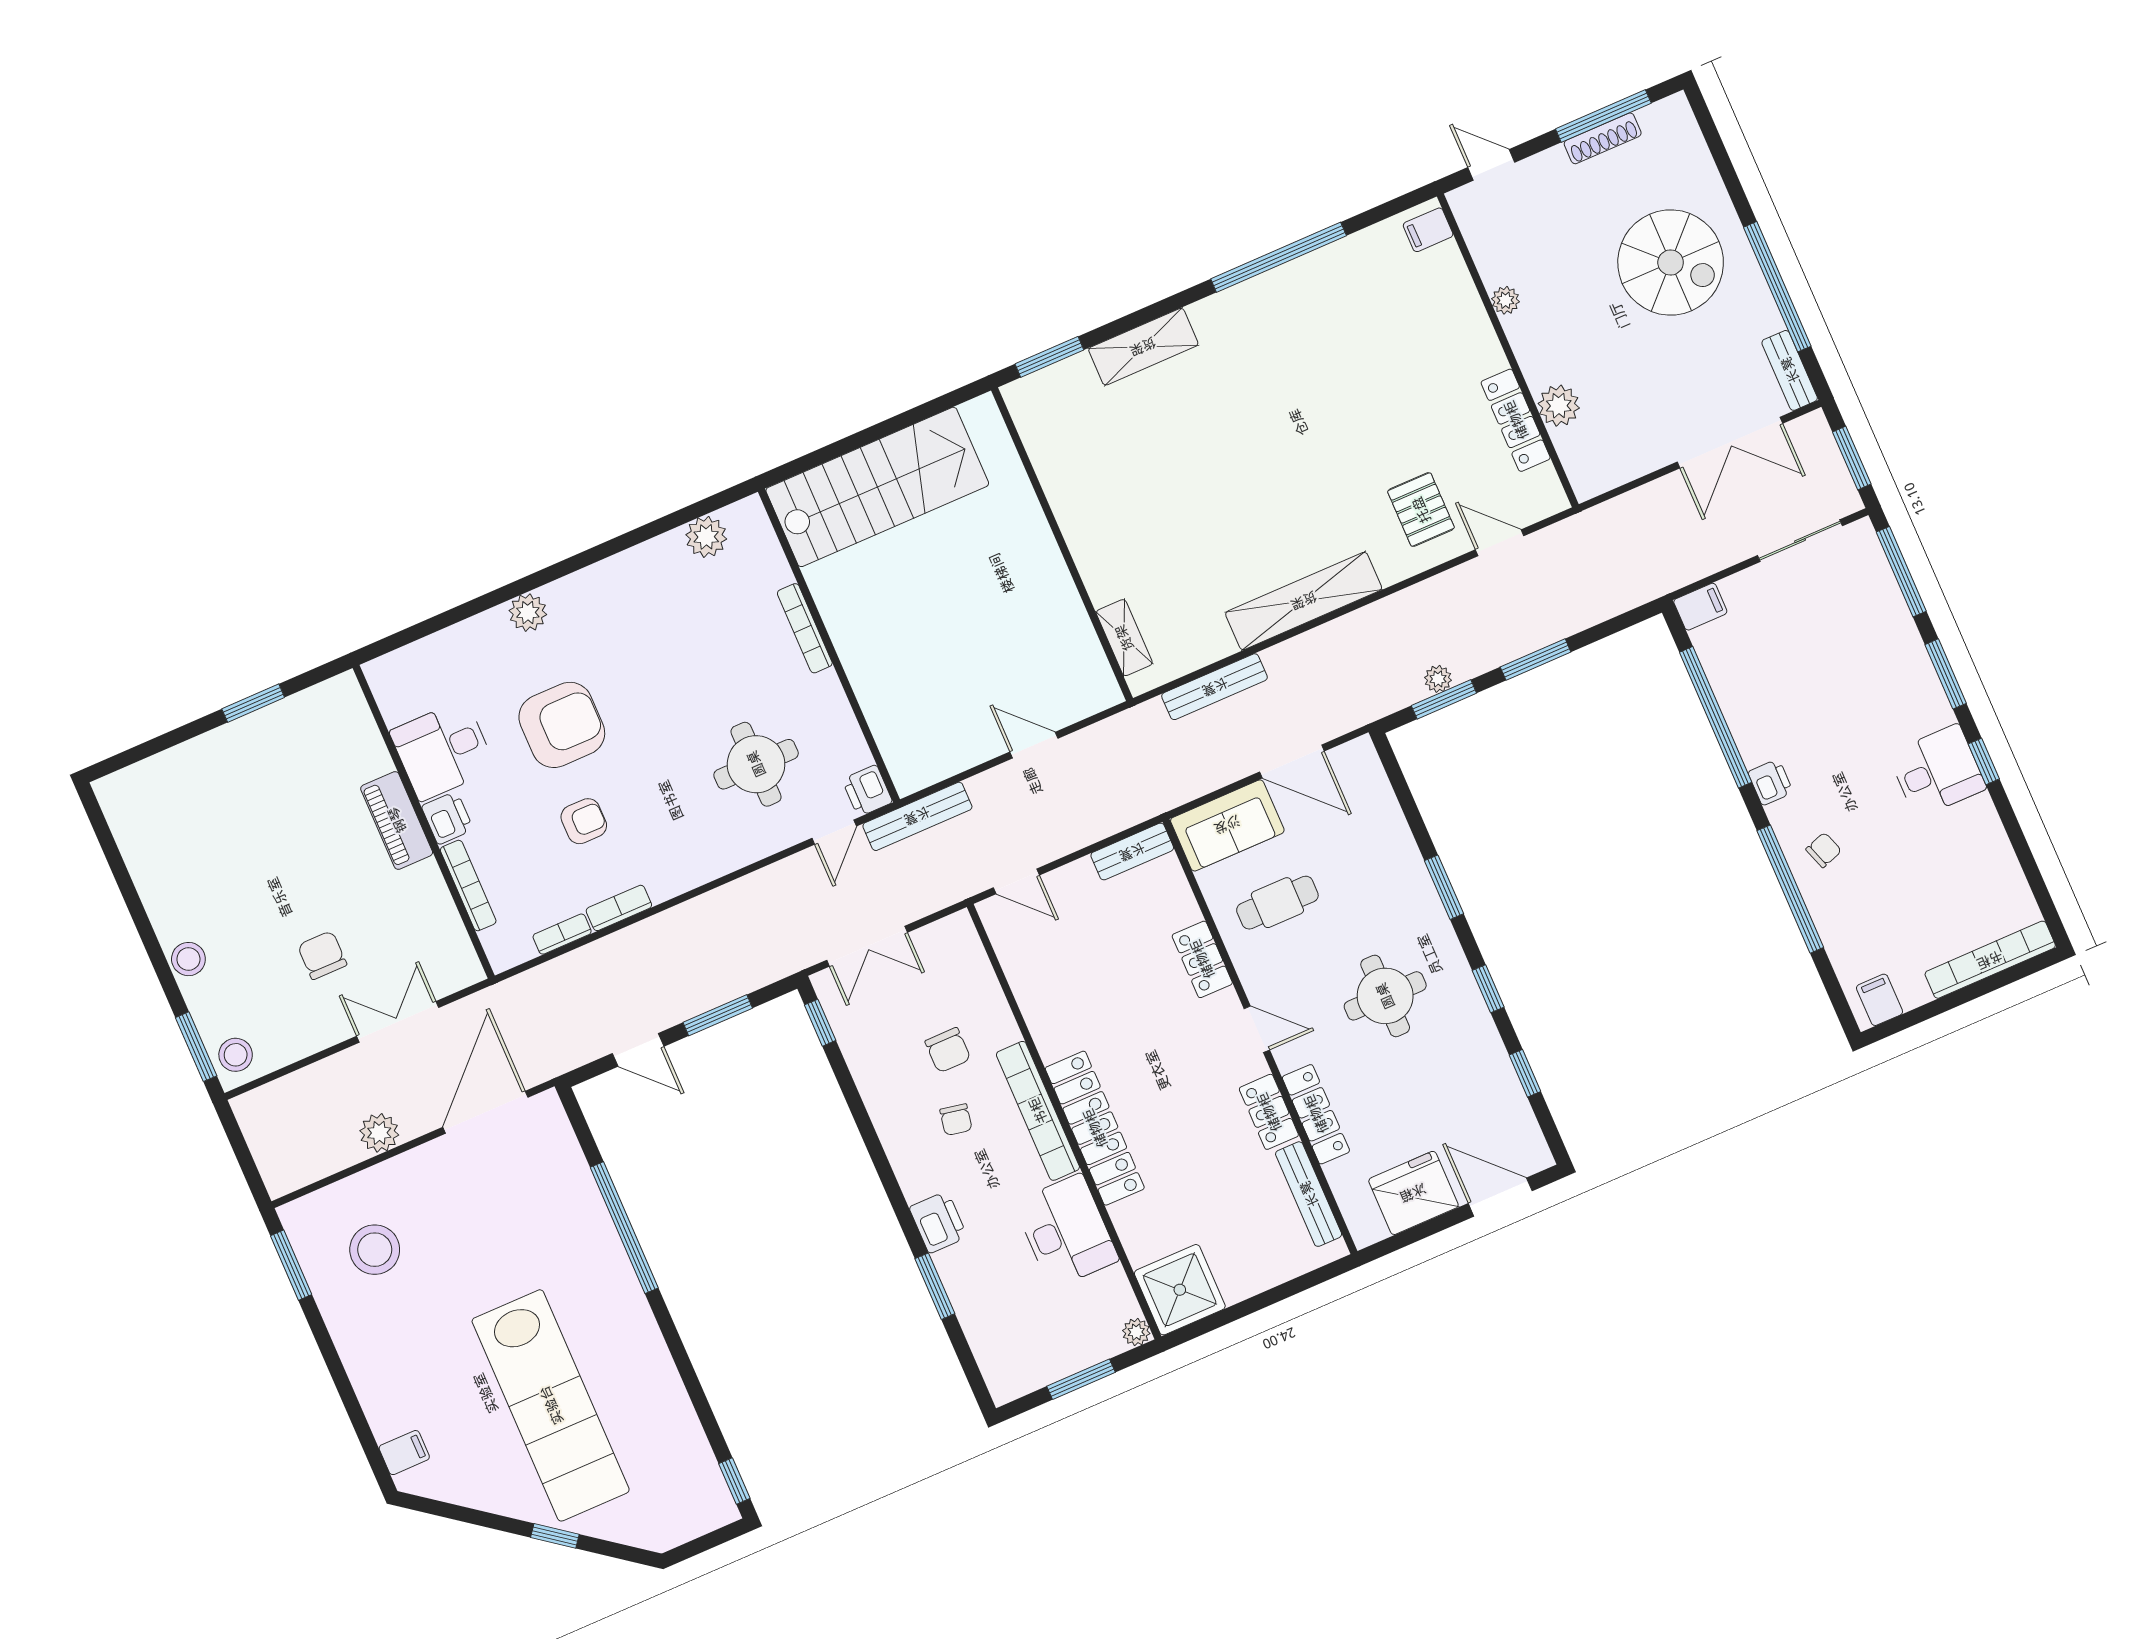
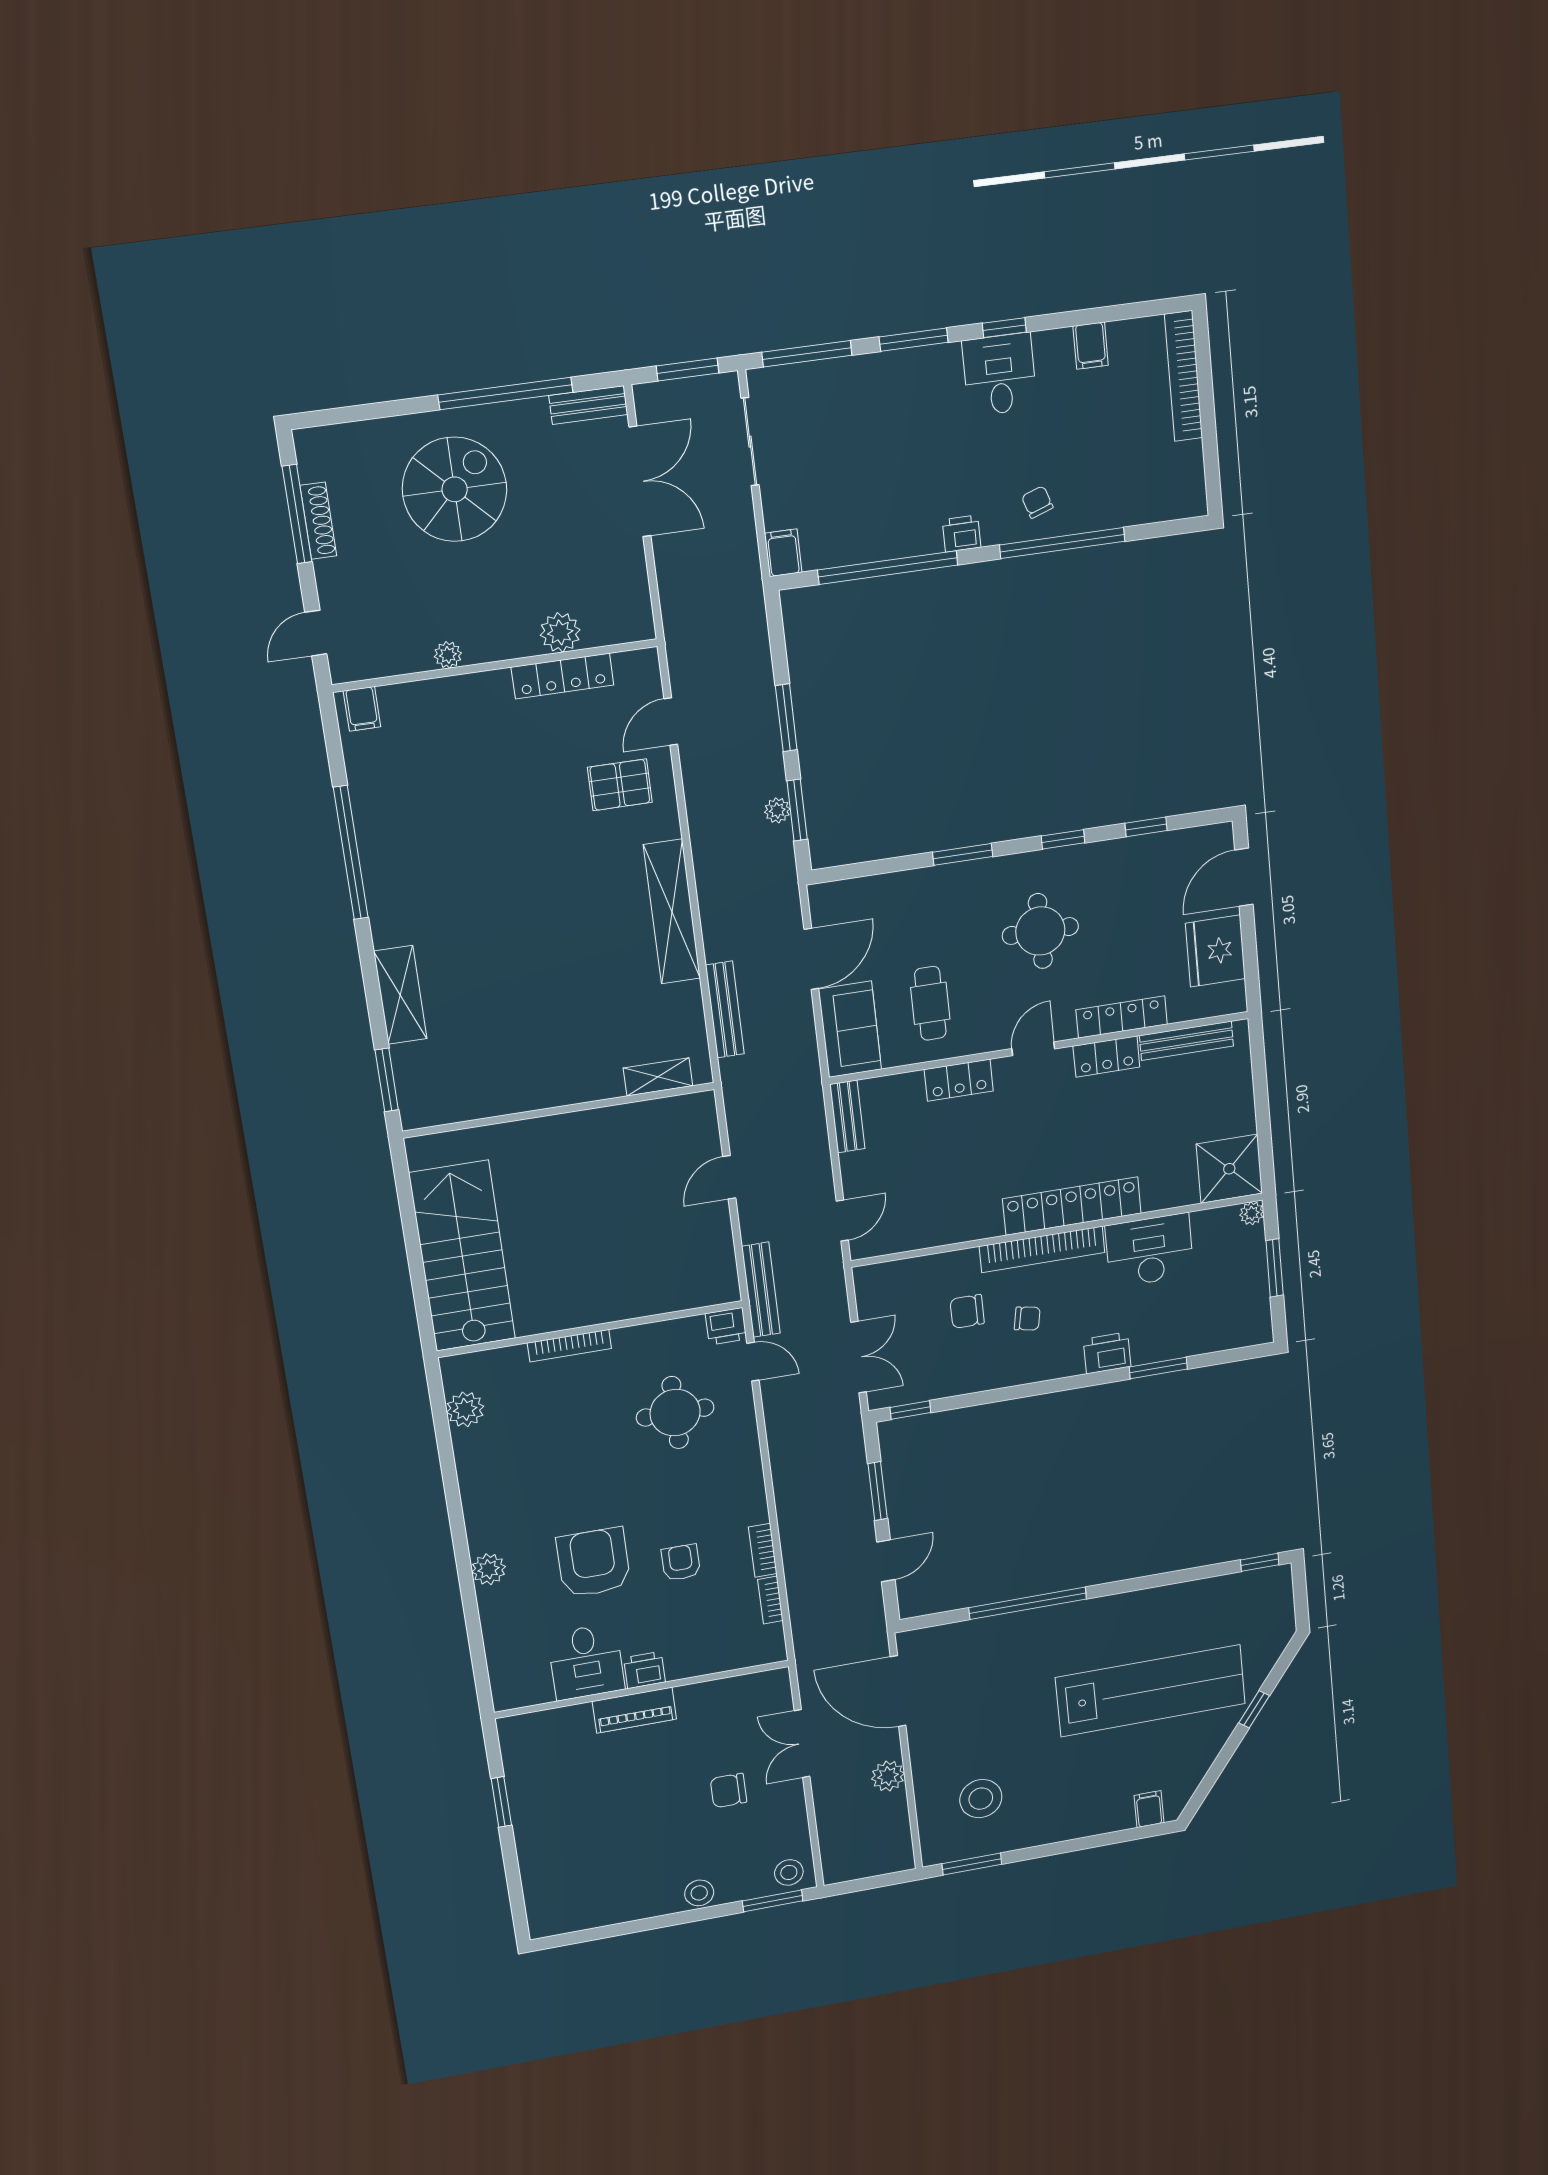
bookcase: (468, 886) -> (706, 1665), removed
filing cabinet: (1880, 1000) -> (1091, 346), moved, turned -90
chair: (948, 1050) -> (967, 1311), turned 180

